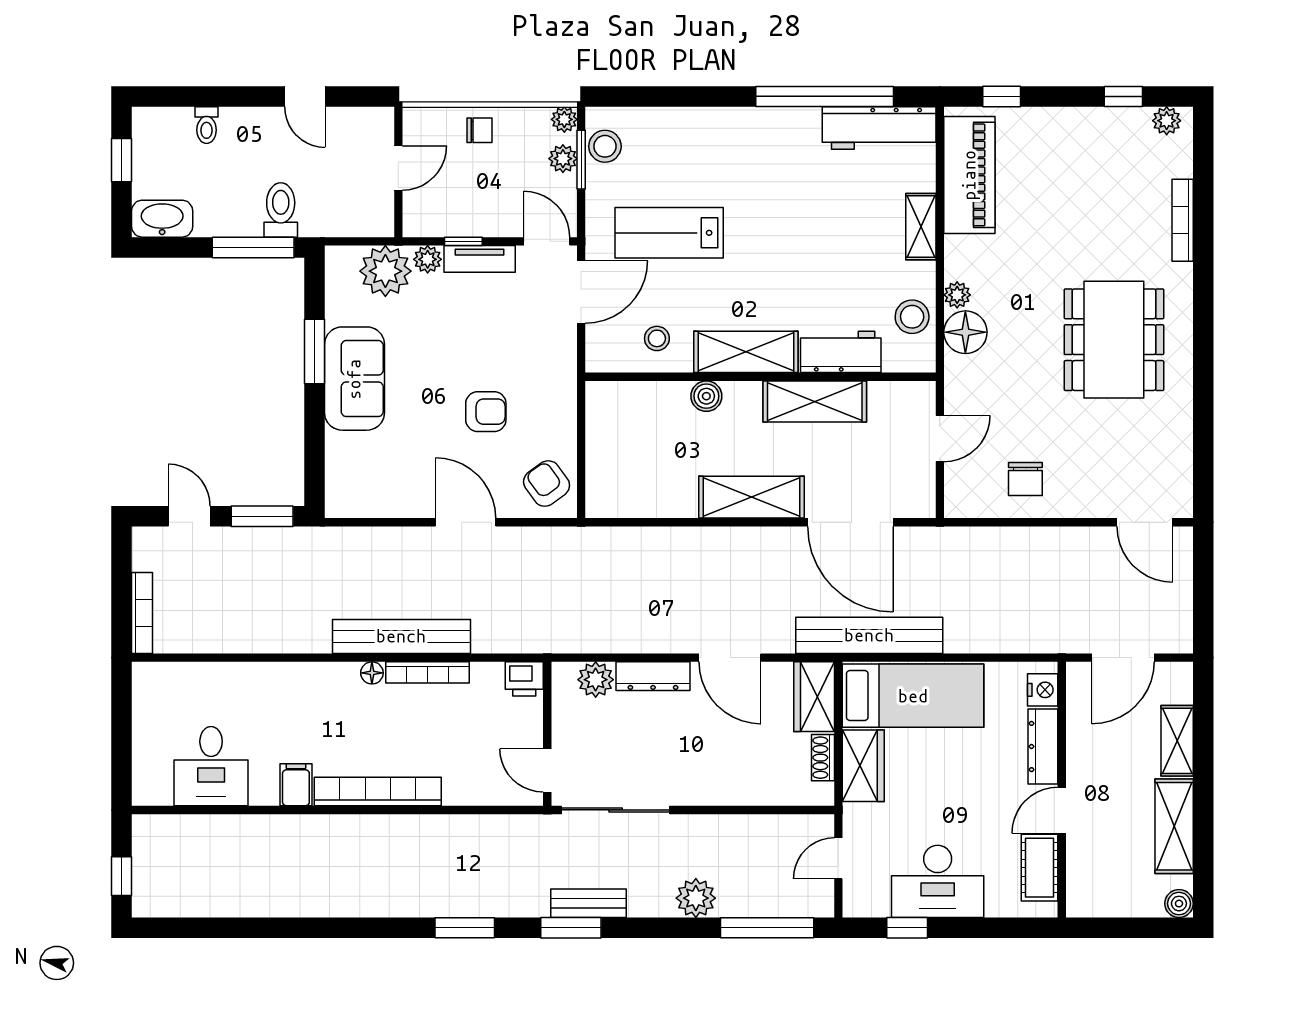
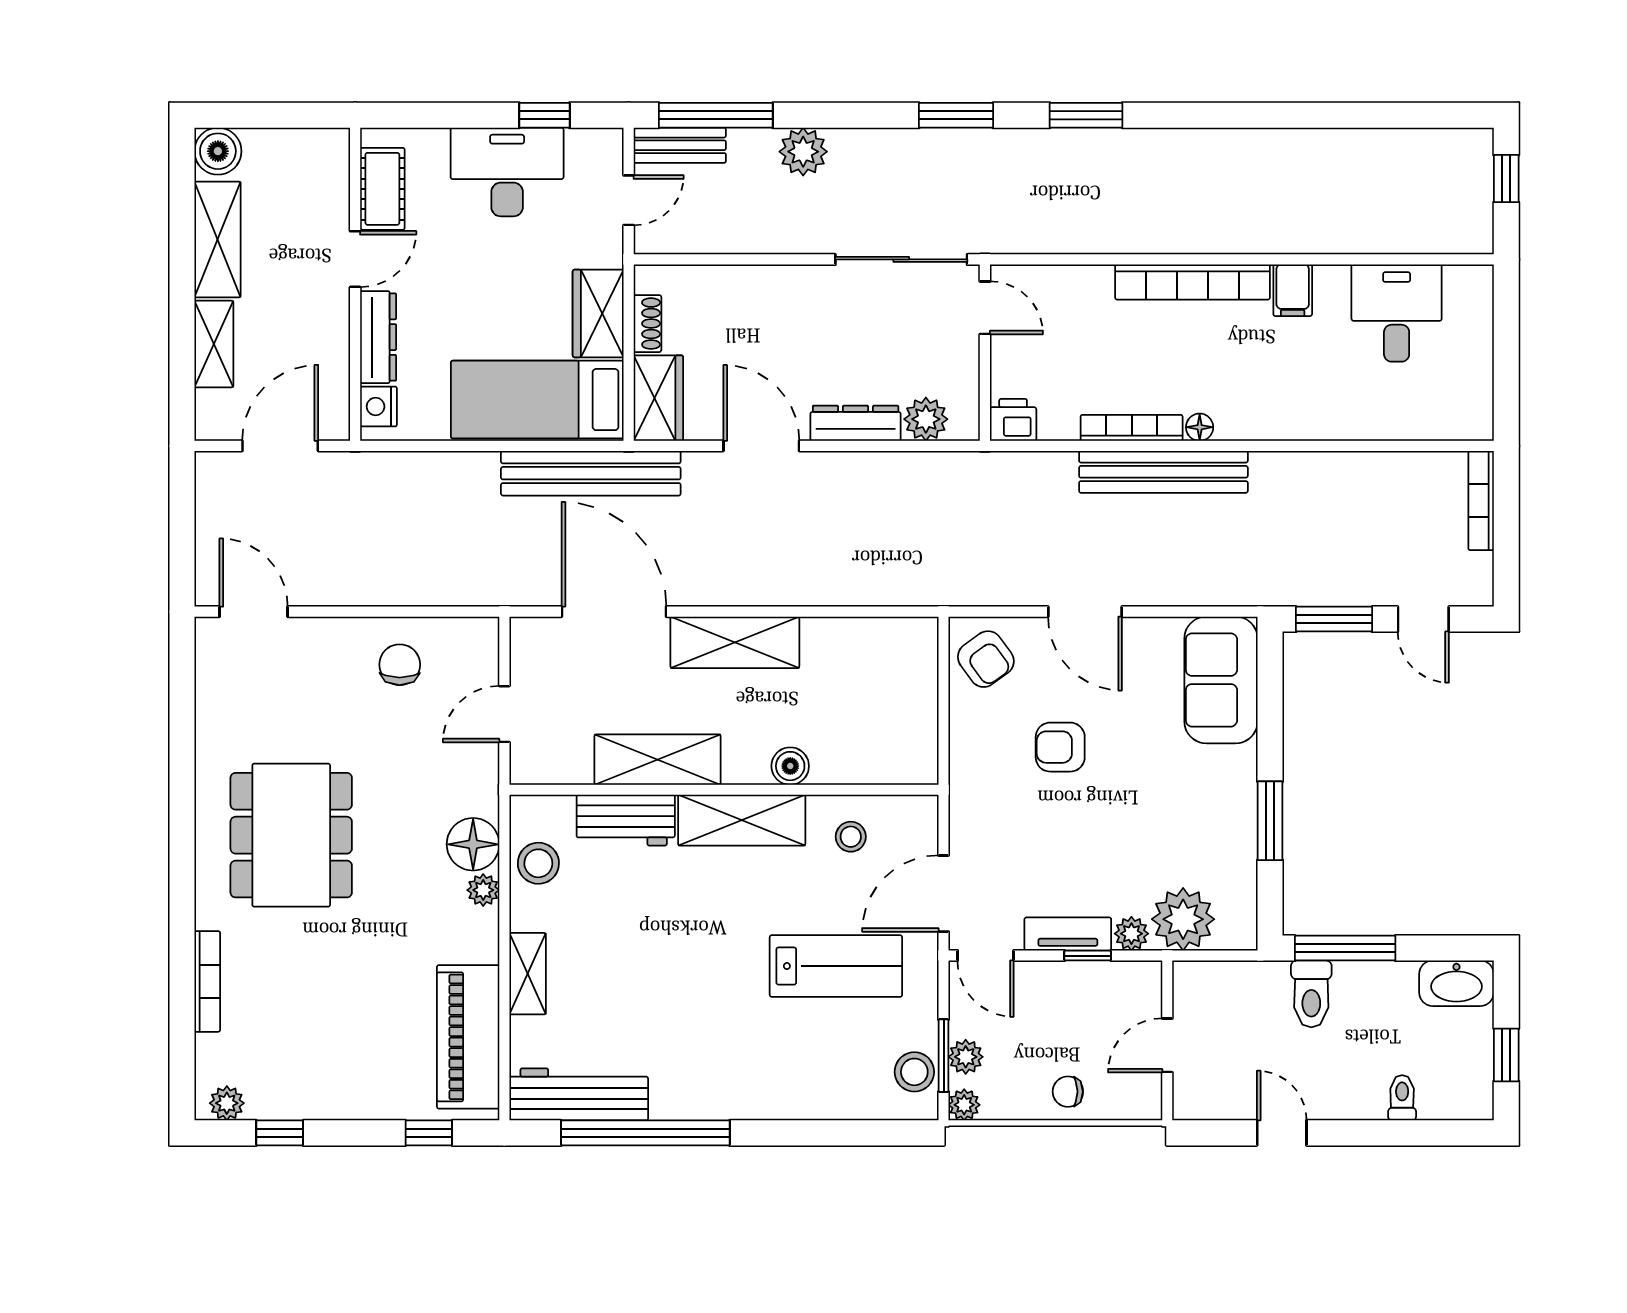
sofa: (354, 379) -> (1221, 680), moved
bench: (588, 903) -> (680, 145), moved
boiler: (1179, 904) -> (218, 151), width x1.36, depth x1.36

